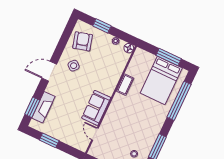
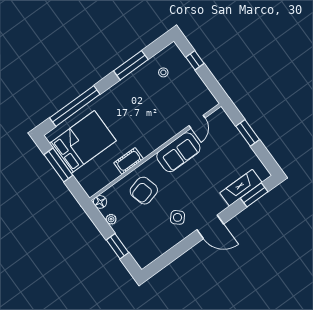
armchair: (83, 41) -> (144, 191), moved
window: (49, 140) -> (248, 133), moved

